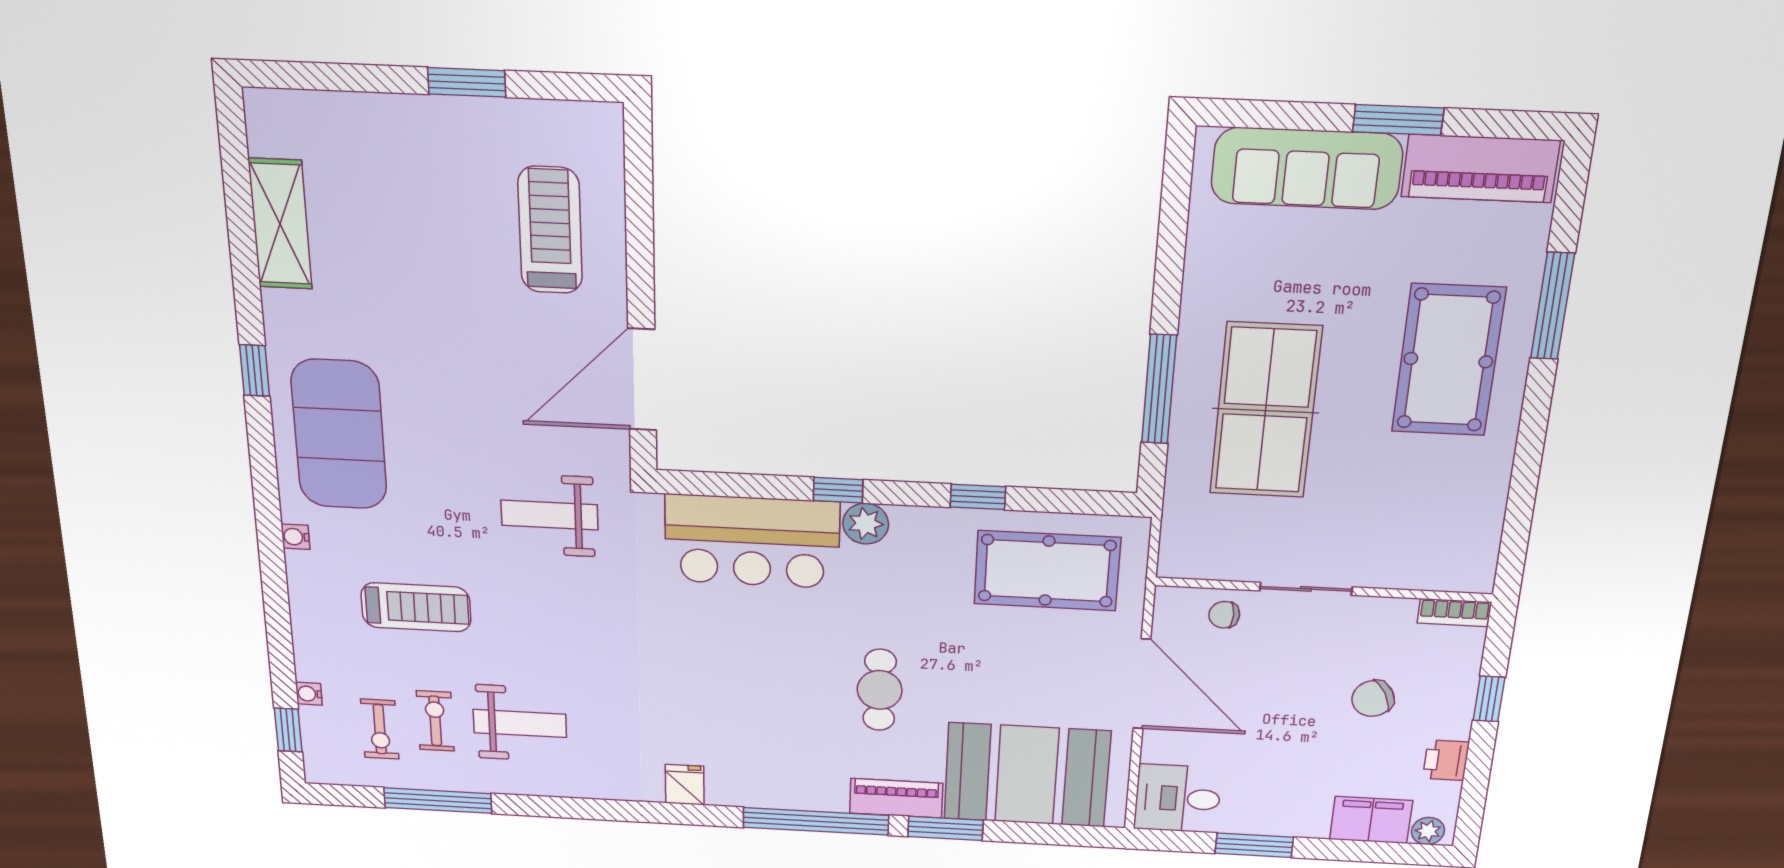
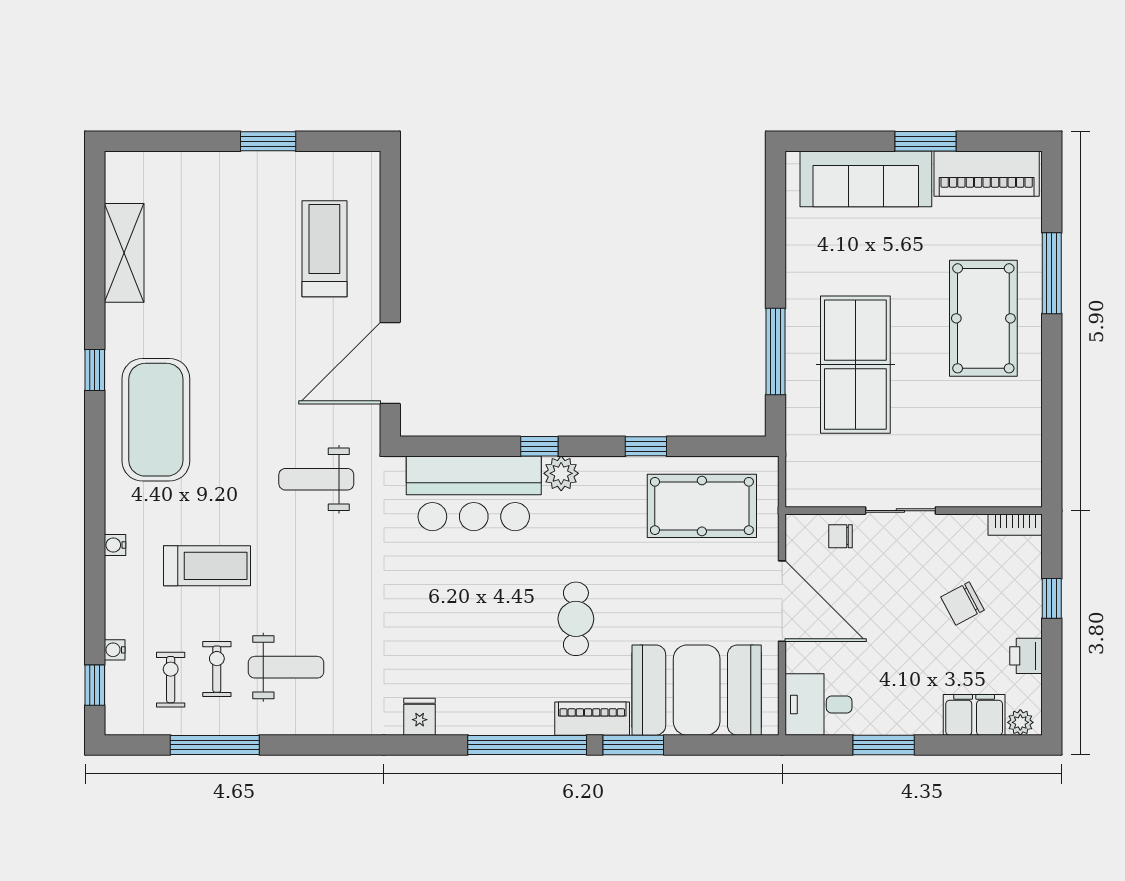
water cooler: (295, 537) -> (115, 545), moved
exercise bike: (380, 729) -> (171, 680), turned 180

